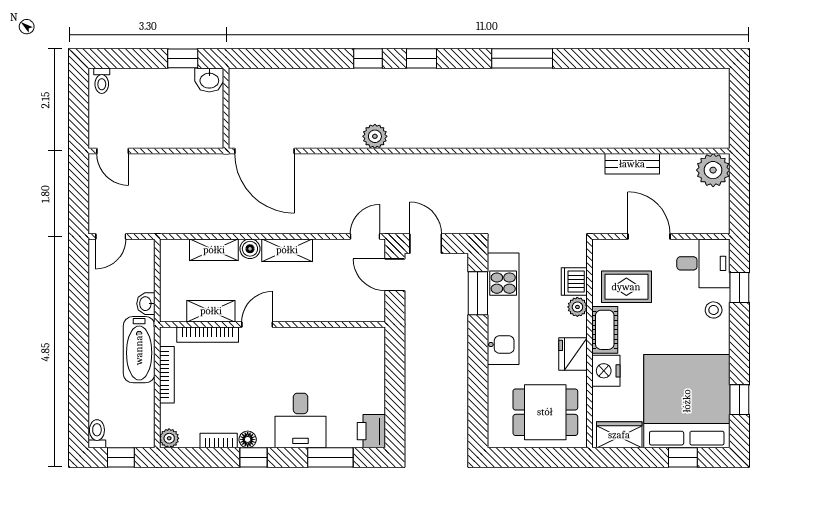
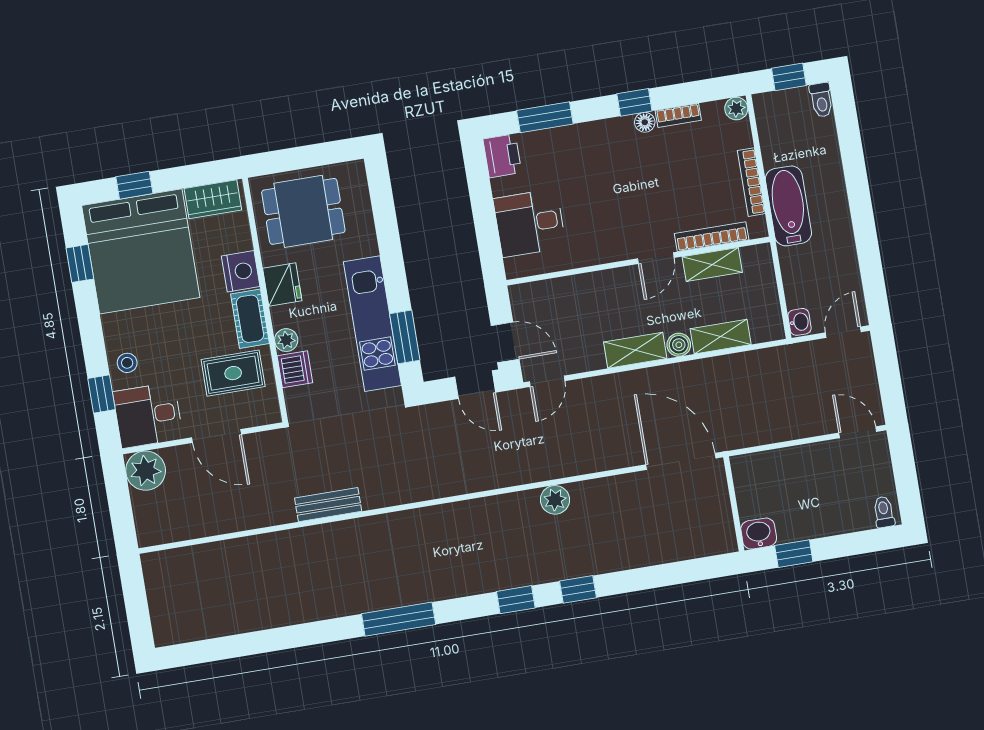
bench: (632, 164) -> (328, 505), moved
plant: (713, 170) -> (146, 471), moved
washbasin: (146, 304) -> (800, 322), moved
desk: (301, 420) -> (530, 223), moved, turned -90

